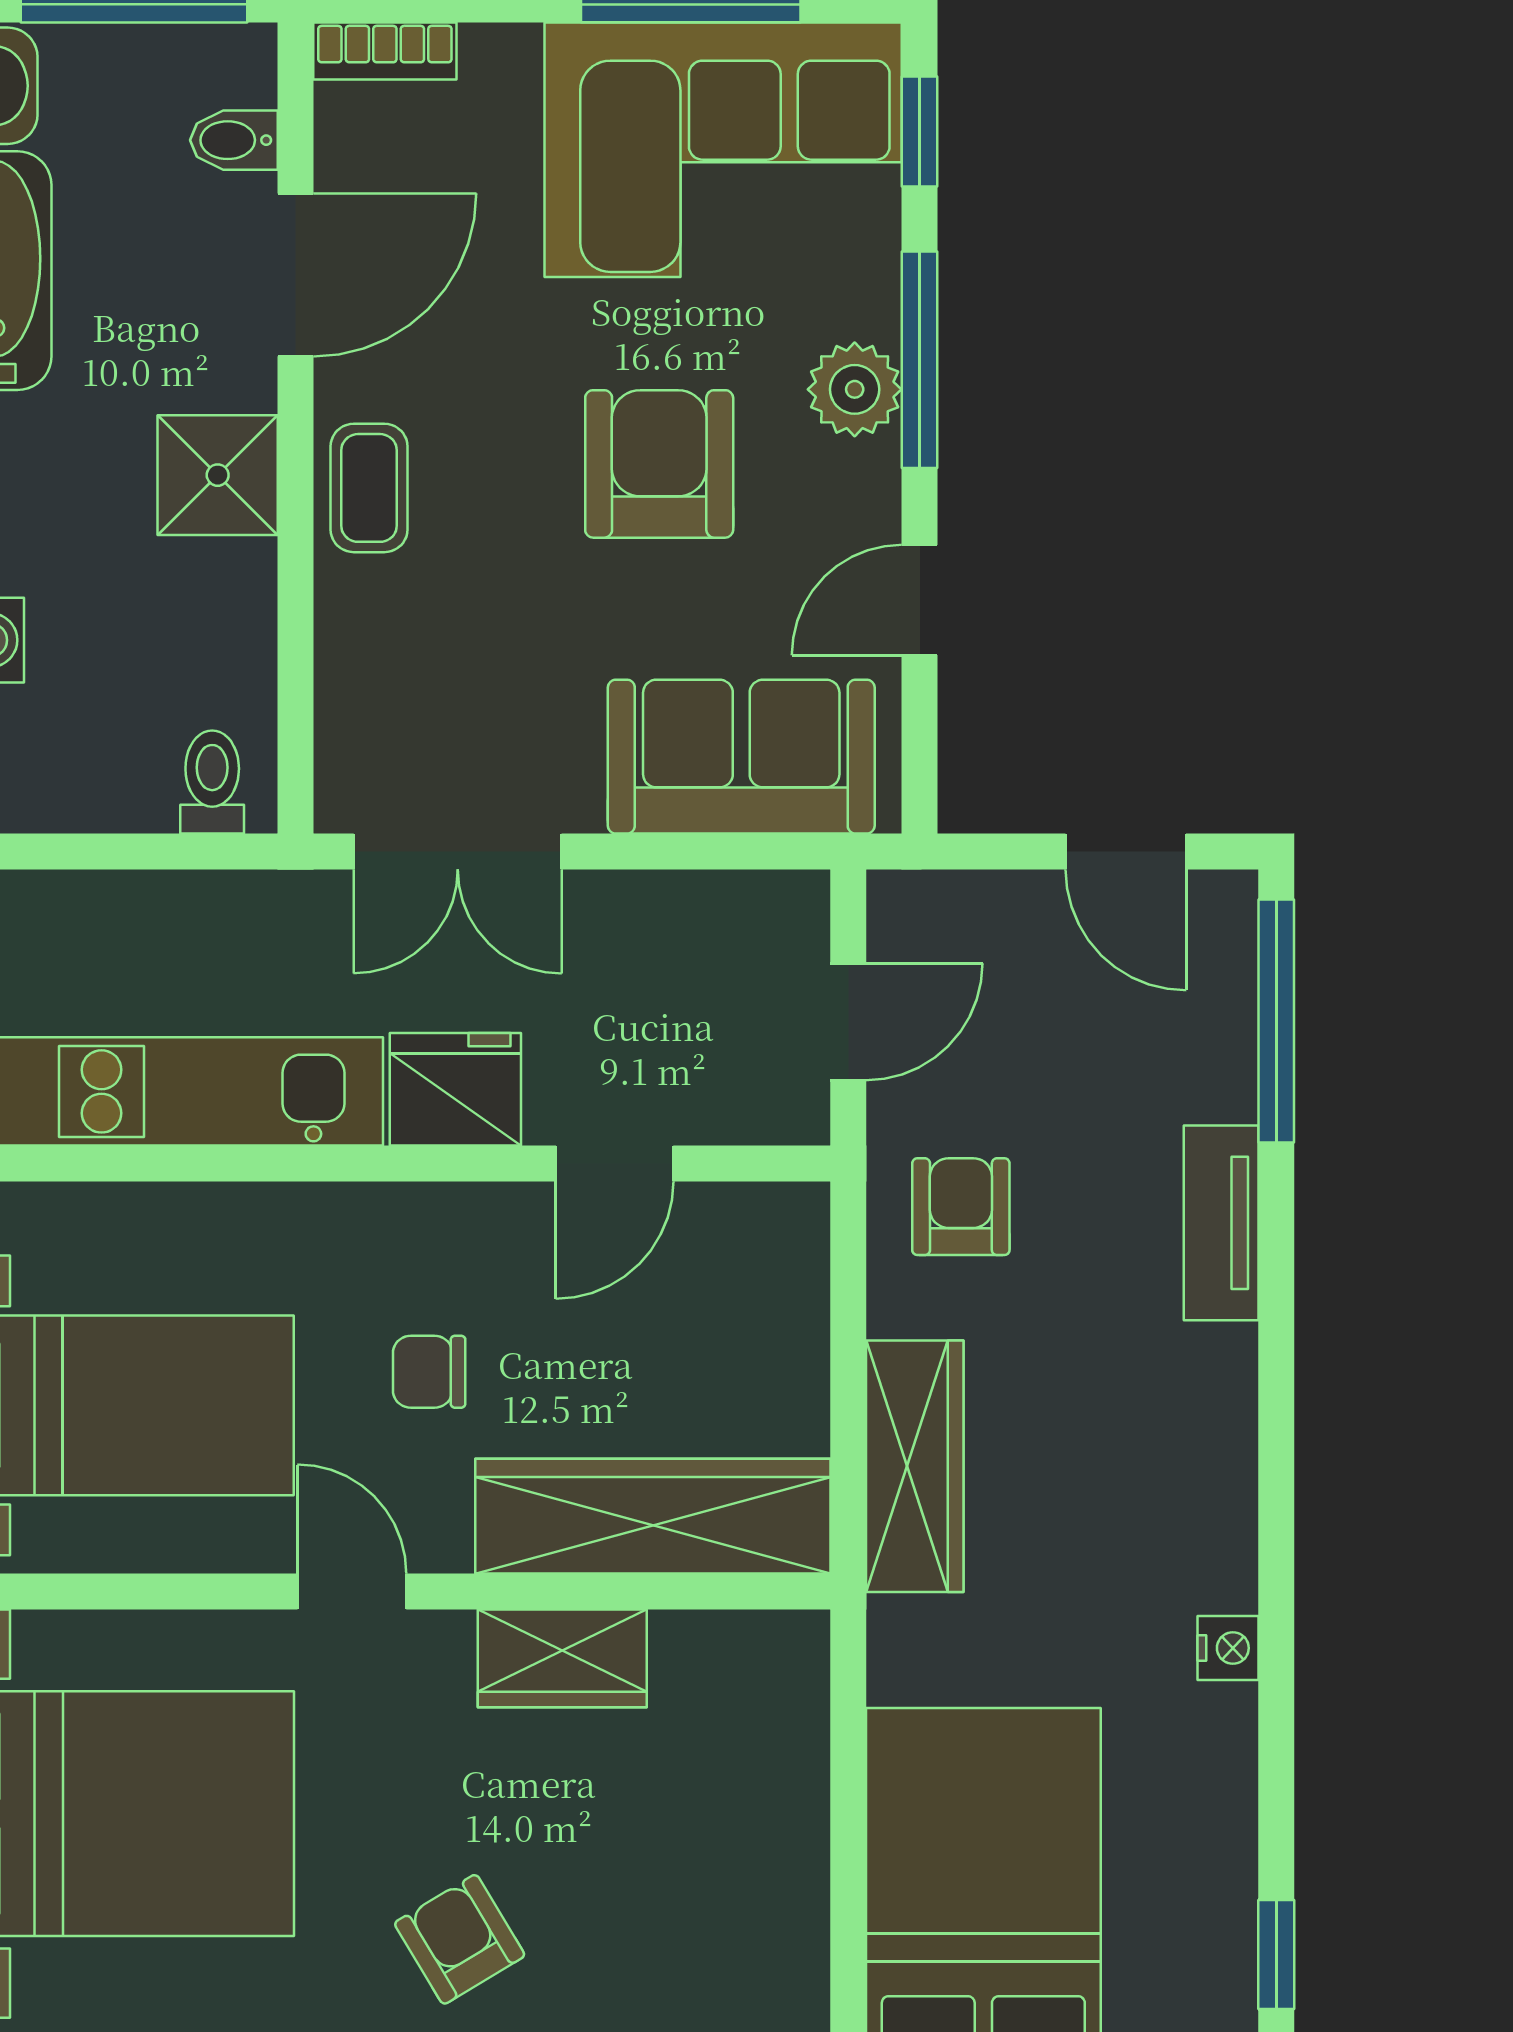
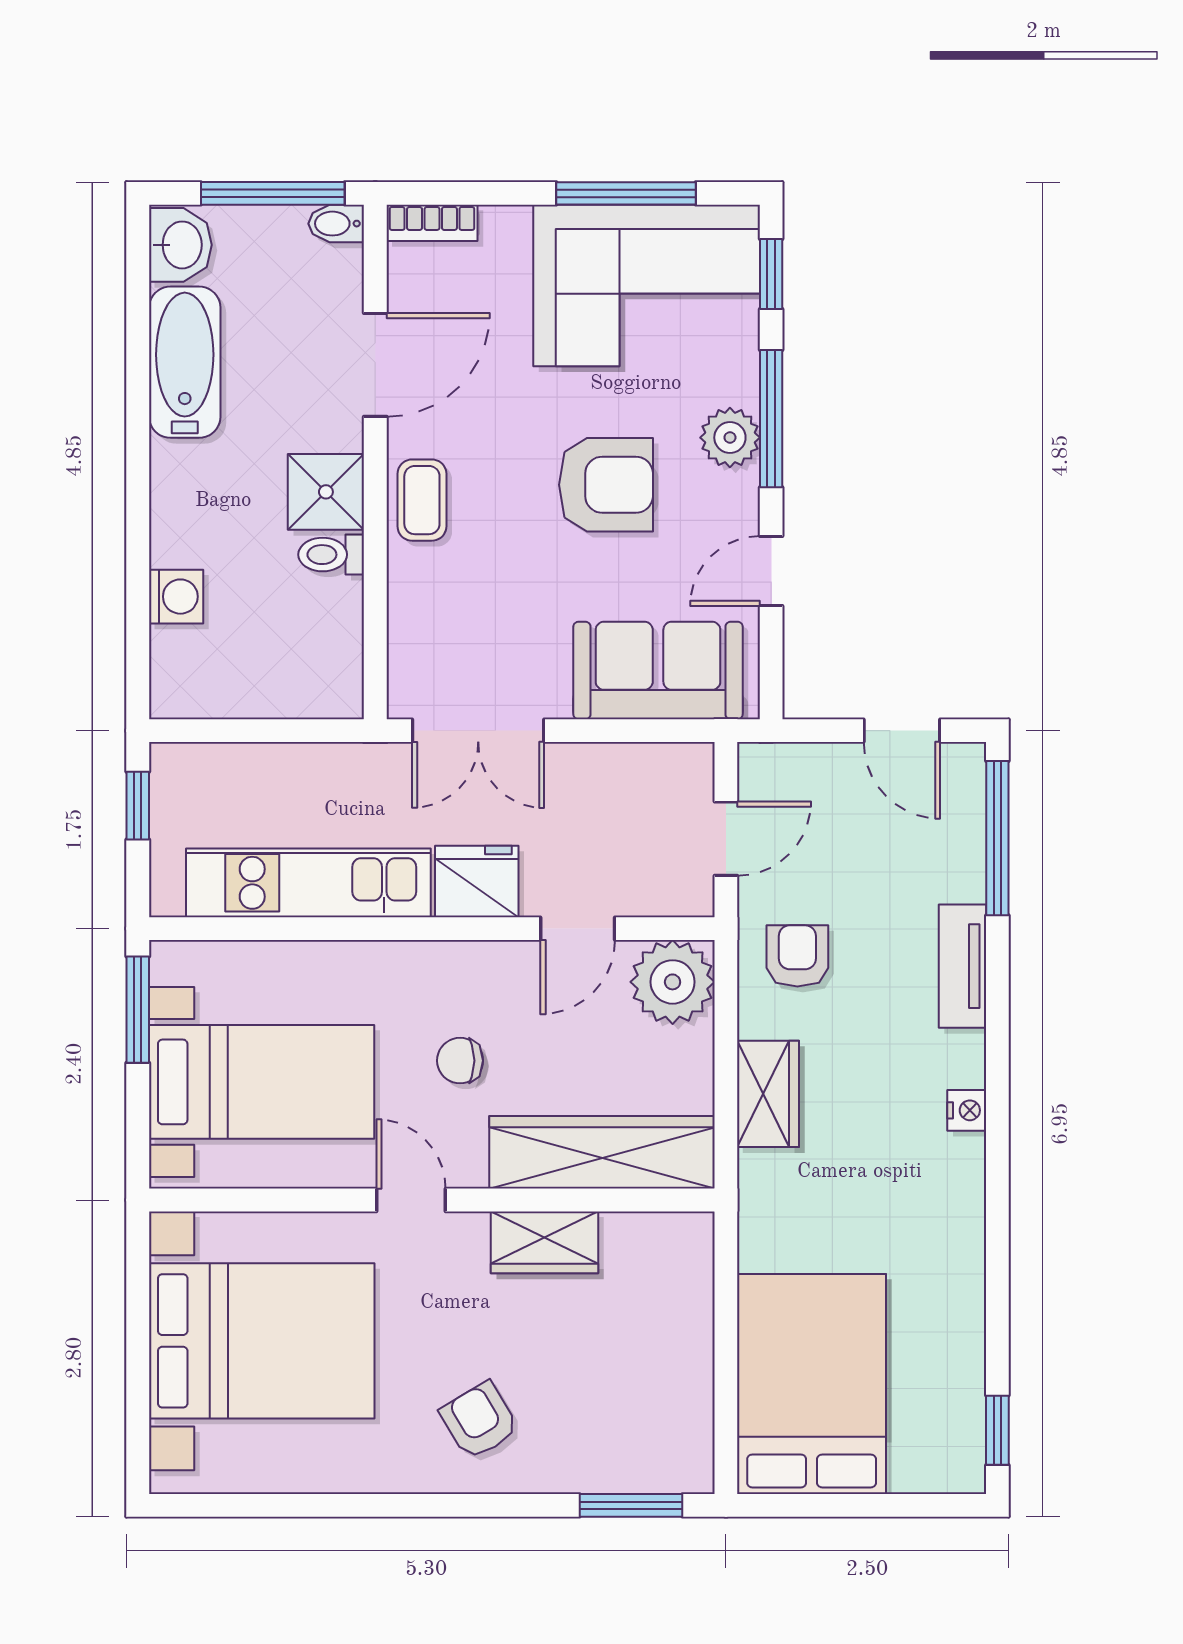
bidet: (234, 140) -> (336, 224), moved
armchair: (659, 464) -> (606, 485), turned 90
toilet: (212, 782) -> (331, 555), moved, turned -90
plant: (764, 1248) -> (673, 982), added
wardrobe: (915, 1466) -> (768, 1094), width x0.67
nightstand: (1228, 1648) -> (967, 1110), moved

